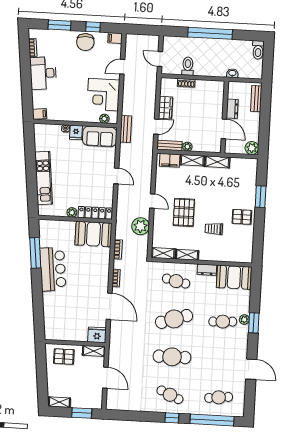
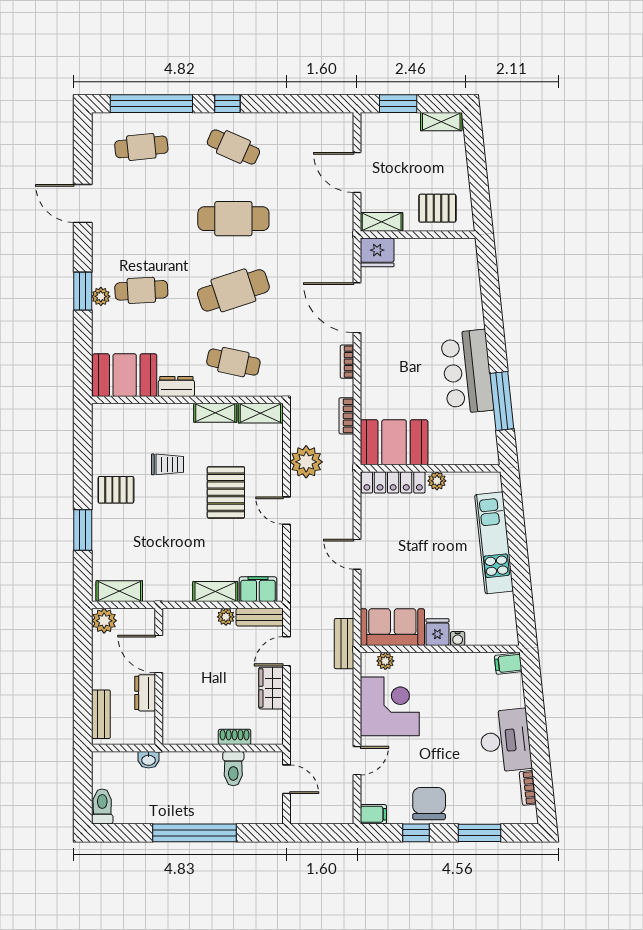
shelving: (217, 162) -> (119, 591), moved

